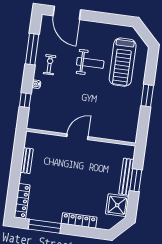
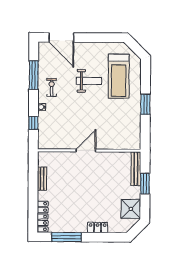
bench: (126, 177) -> (136, 169), moved
locker: (79, 220) -> (98, 228), width x0.66

